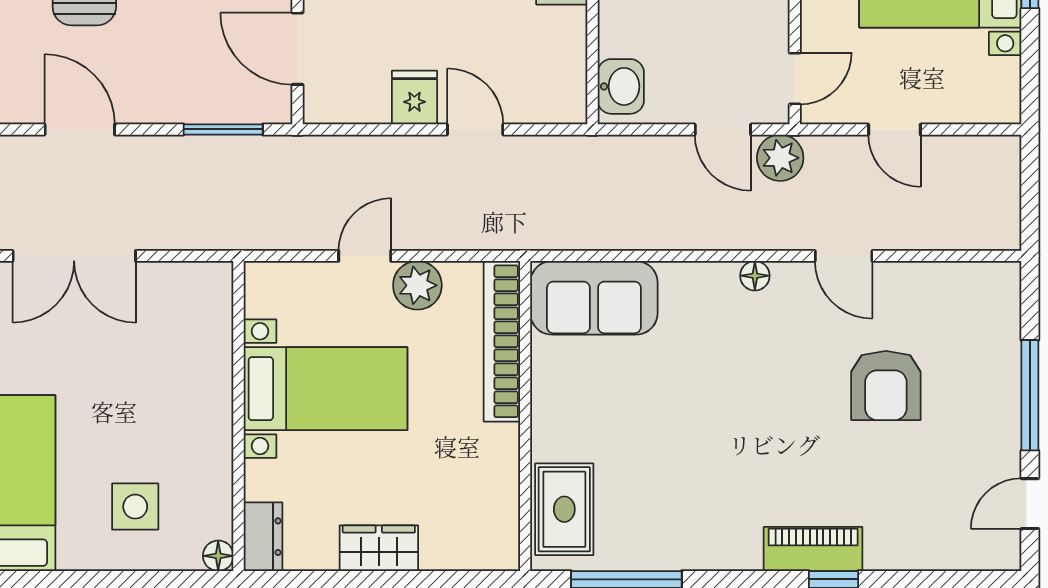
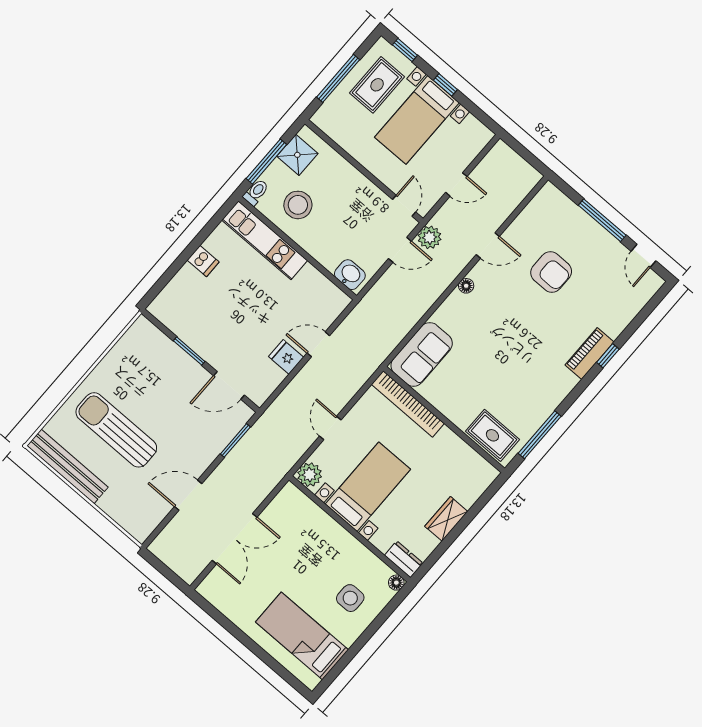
plant: (417, 285) -> (310, 475), moved

